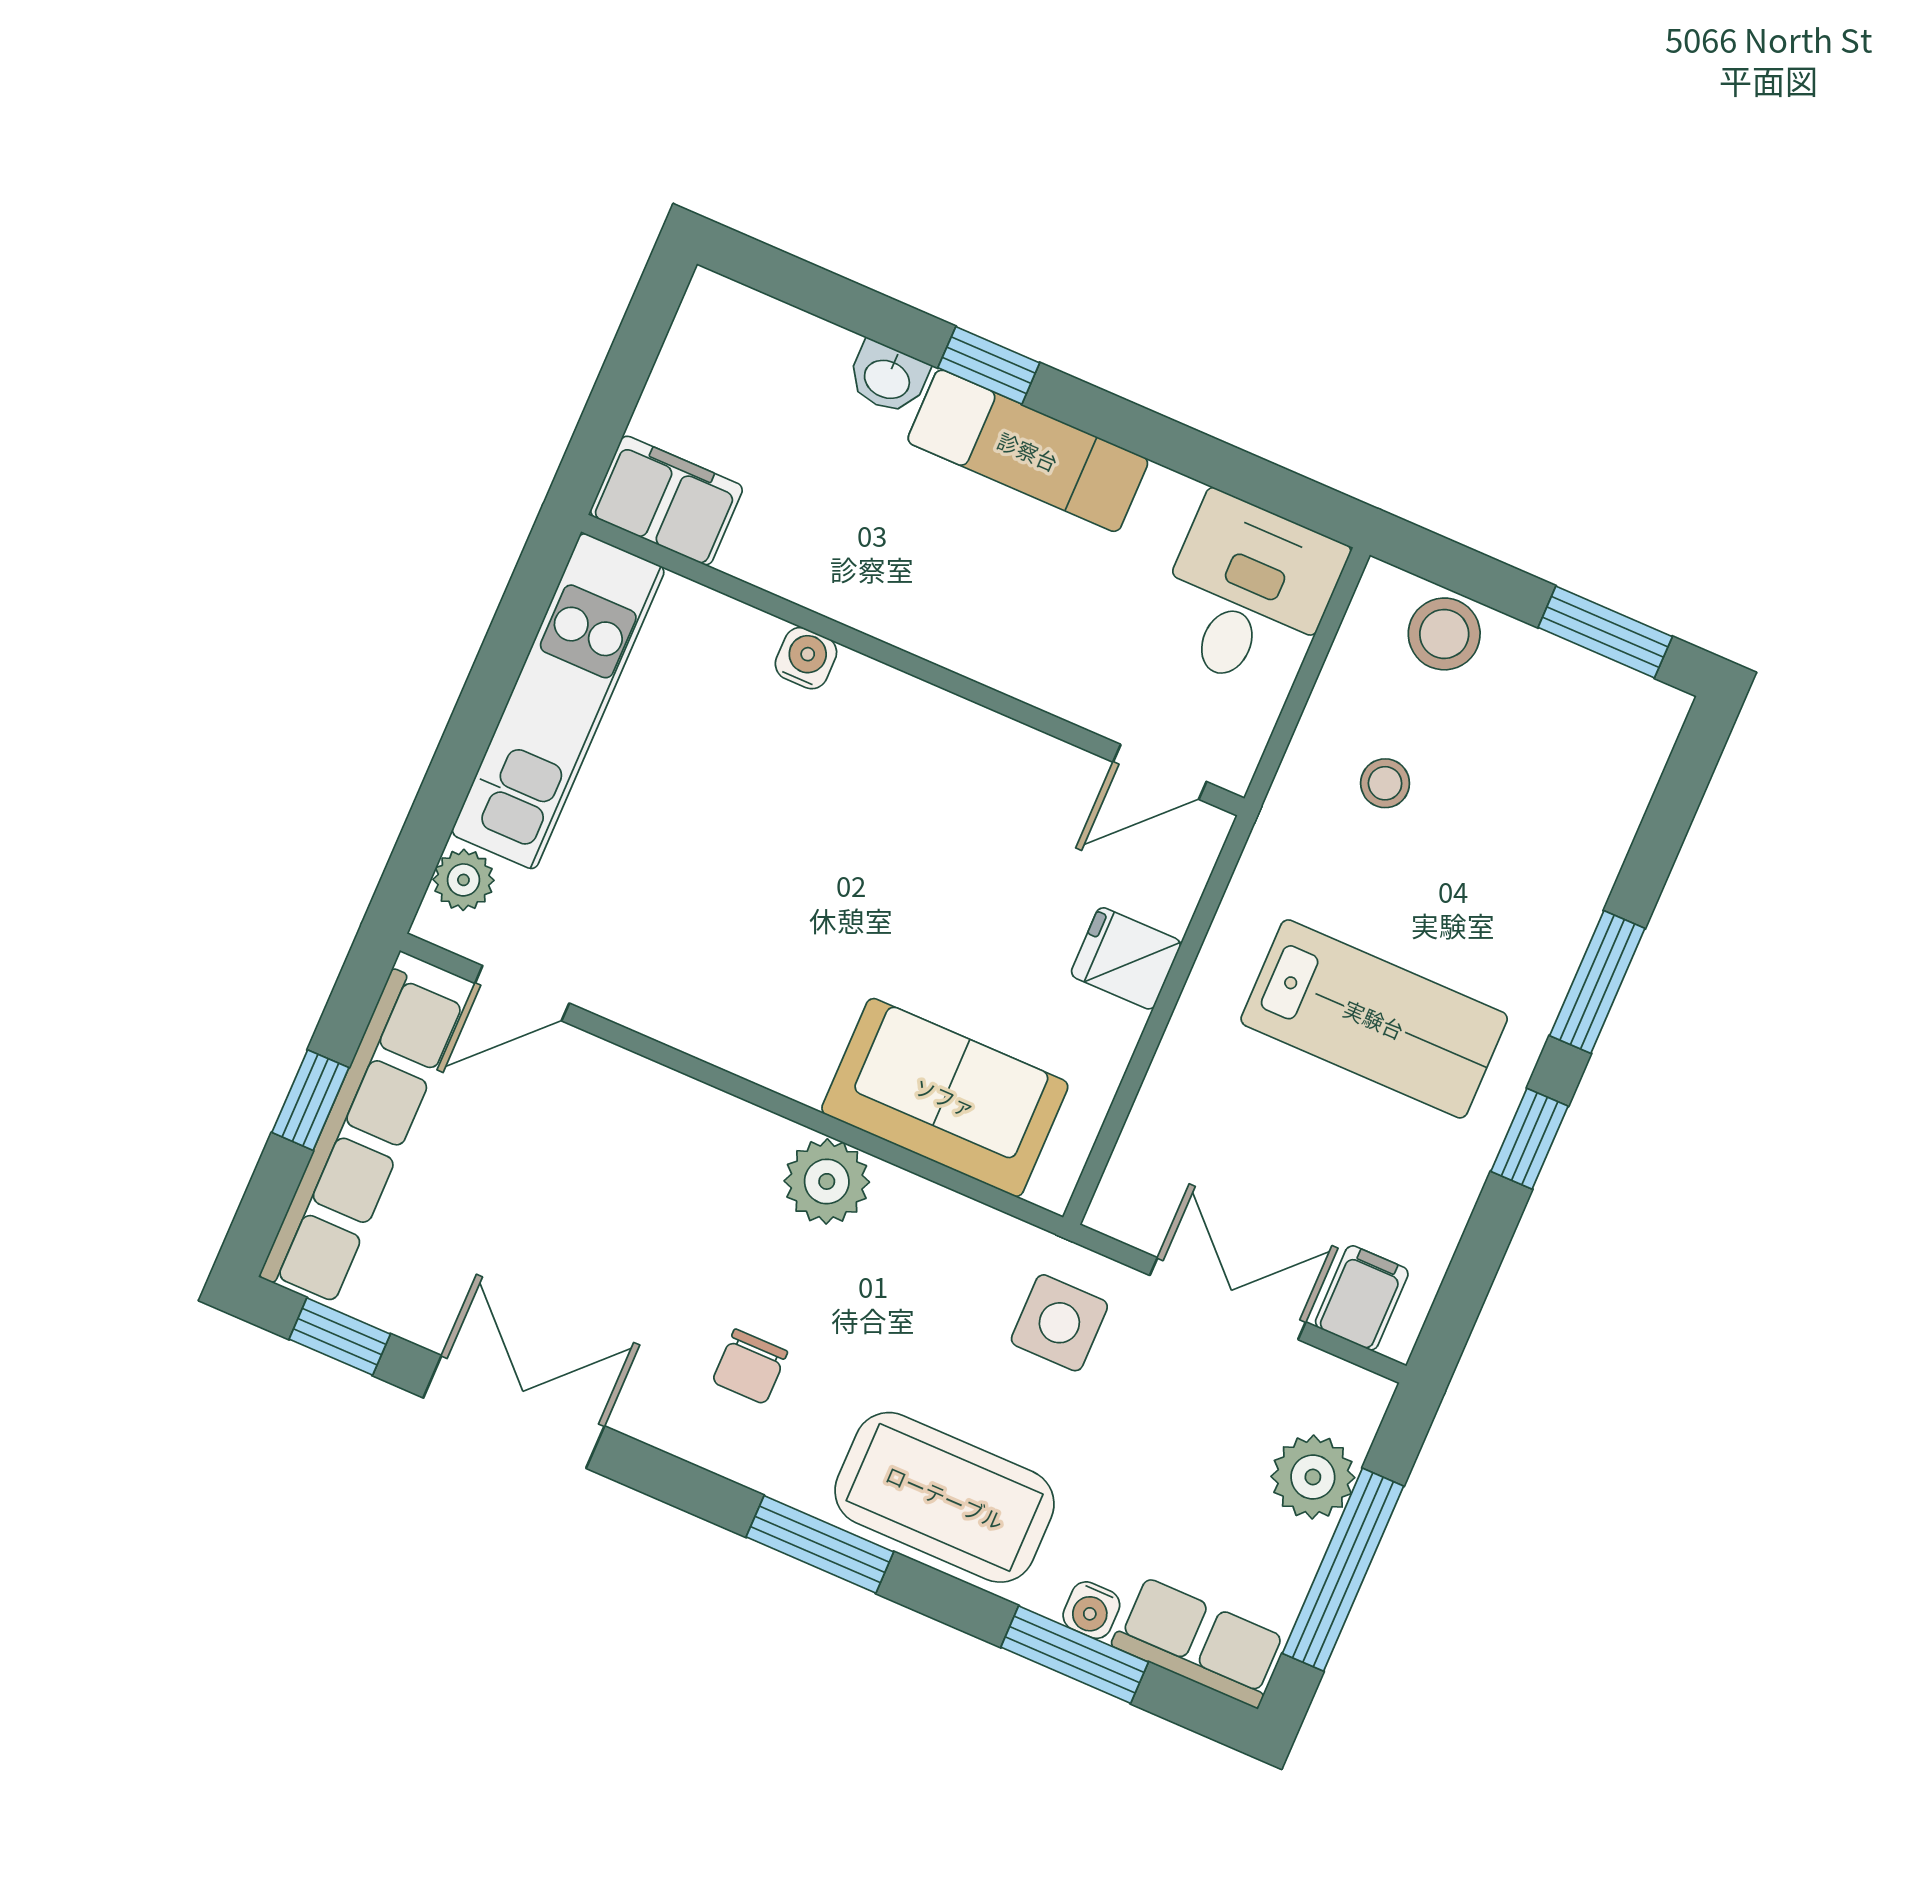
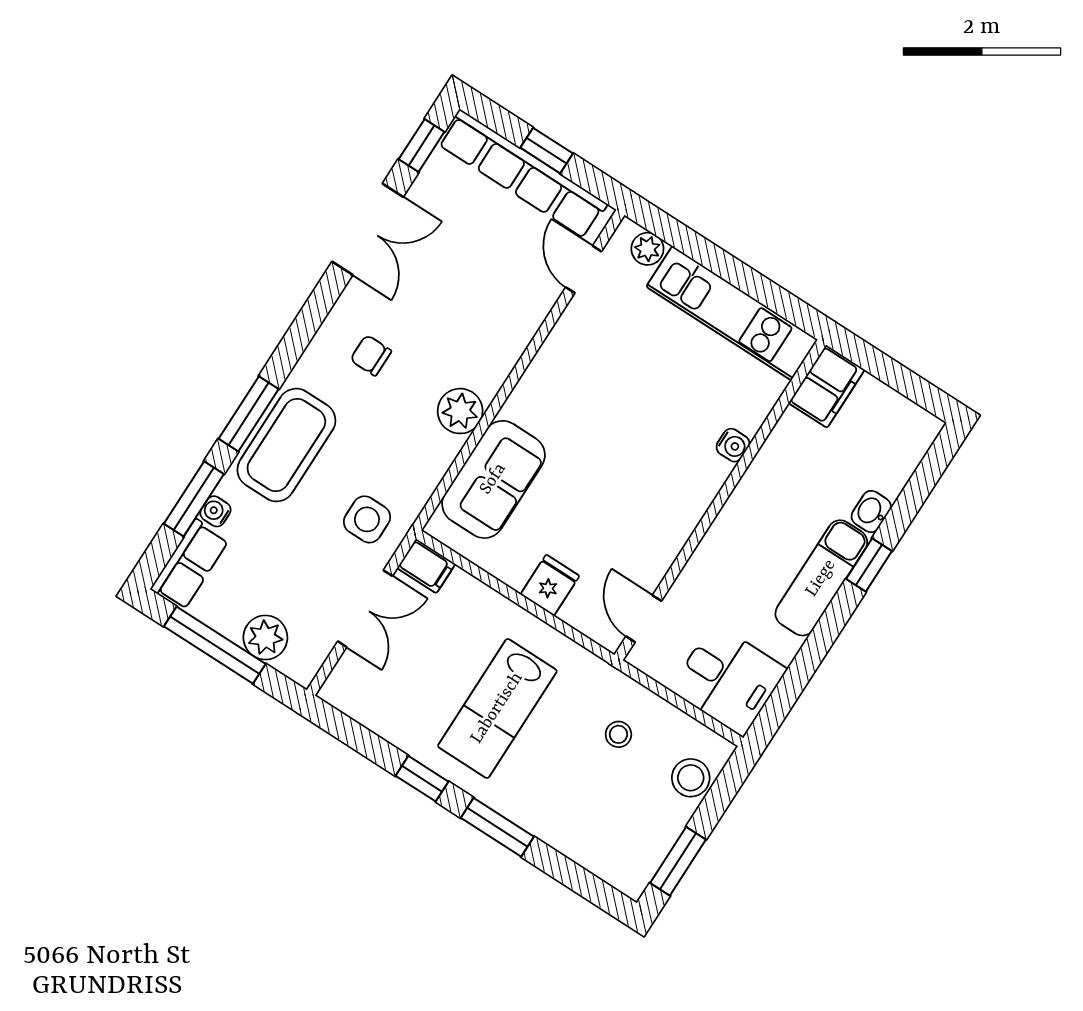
filing cabinet: (1362, 1298) -> (426, 566), moved
window: (820, 1544) -> (249, 414), moved

